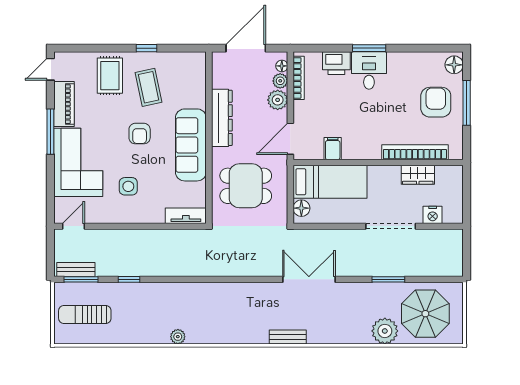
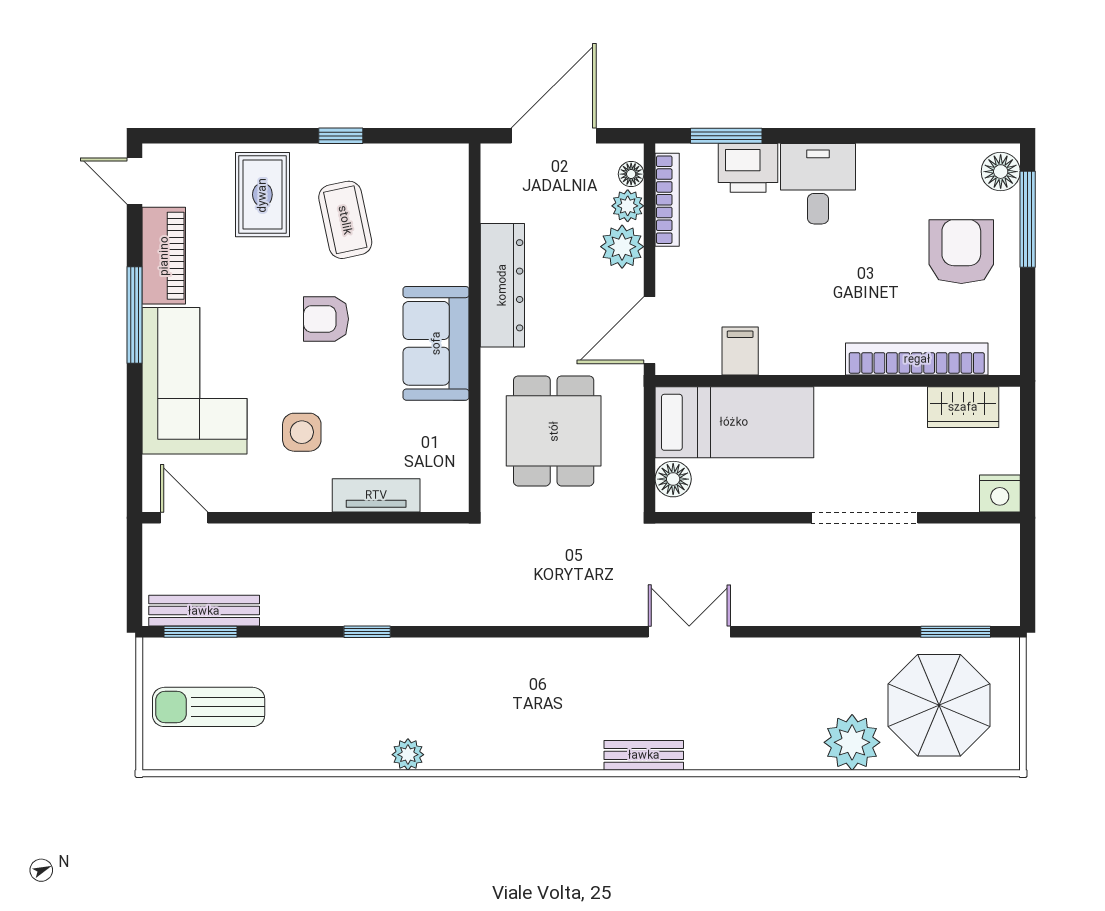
window: (369, 48) -> (726, 136), moved
door: (50, 69) -> (135, 181), hinge flipped
window: (467, 103) -> (1028, 219), moved
armchair: (140, 134) -> (326, 319), turned 90
sofa: (191, 145) -> (436, 343), width x0.73
wardrobe: (418, 175) -> (963, 407), moved
dining table: (246, 186) -> (554, 431), turned 90
nightstand: (433, 215) -> (1000, 493), moved
tv unit: (186, 216) -> (376, 495), moved
door: (73, 226) -> (184, 518), hinge flipped
bench: (76, 270) -> (204, 611), width x1.36
window: (129, 279) -> (367, 632), moved
double door: (309, 279) -> (689, 632), width x0.73
window: (388, 279) -> (956, 632), moved

